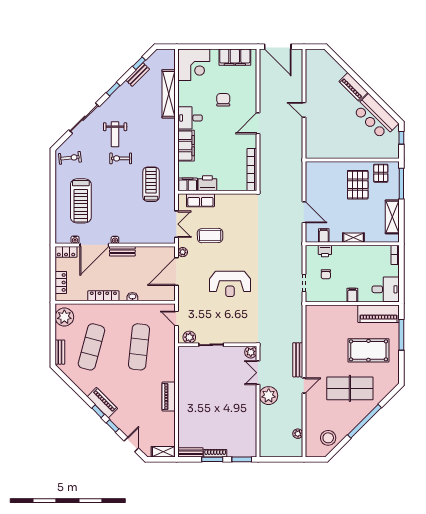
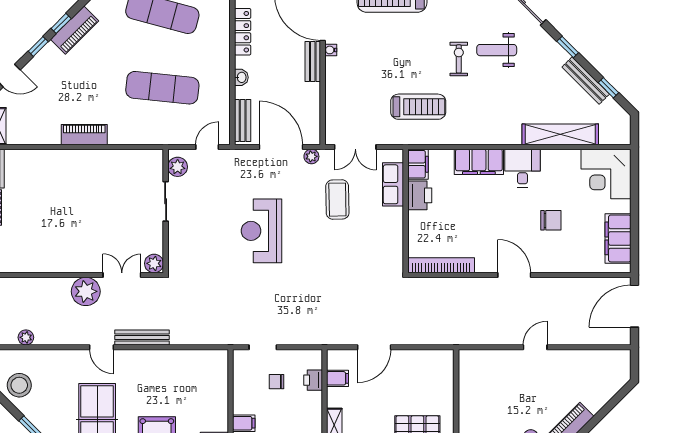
bench: (138, 75) -> (586, 81), width x1.36
bench: (160, 296) -> (243, 120), added

